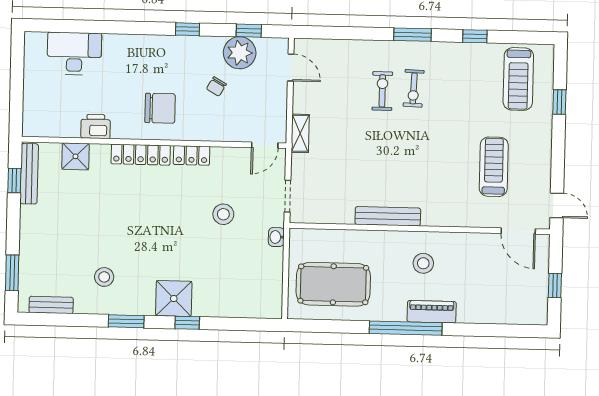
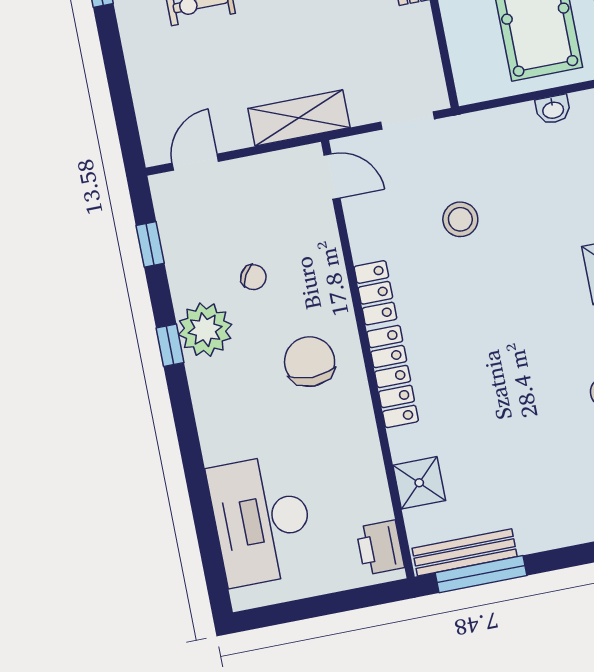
plant: (240, 53) -> (205, 330), moved
desk: (74, 54) -> (262, 520), width x1.36, depth x1.30
printer: (96, 127) -> (380, 548), moved
shelving: (300, 133) -> (299, 118), width x1.50, depth x1.33
window: (14, 181) -> (481, 574), width x2.17
washbasin: (276, 237) -> (553, 109), moved

